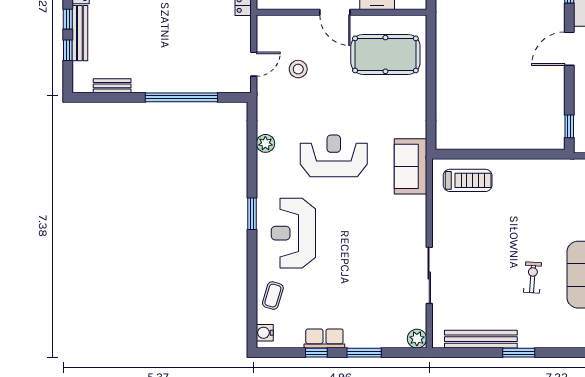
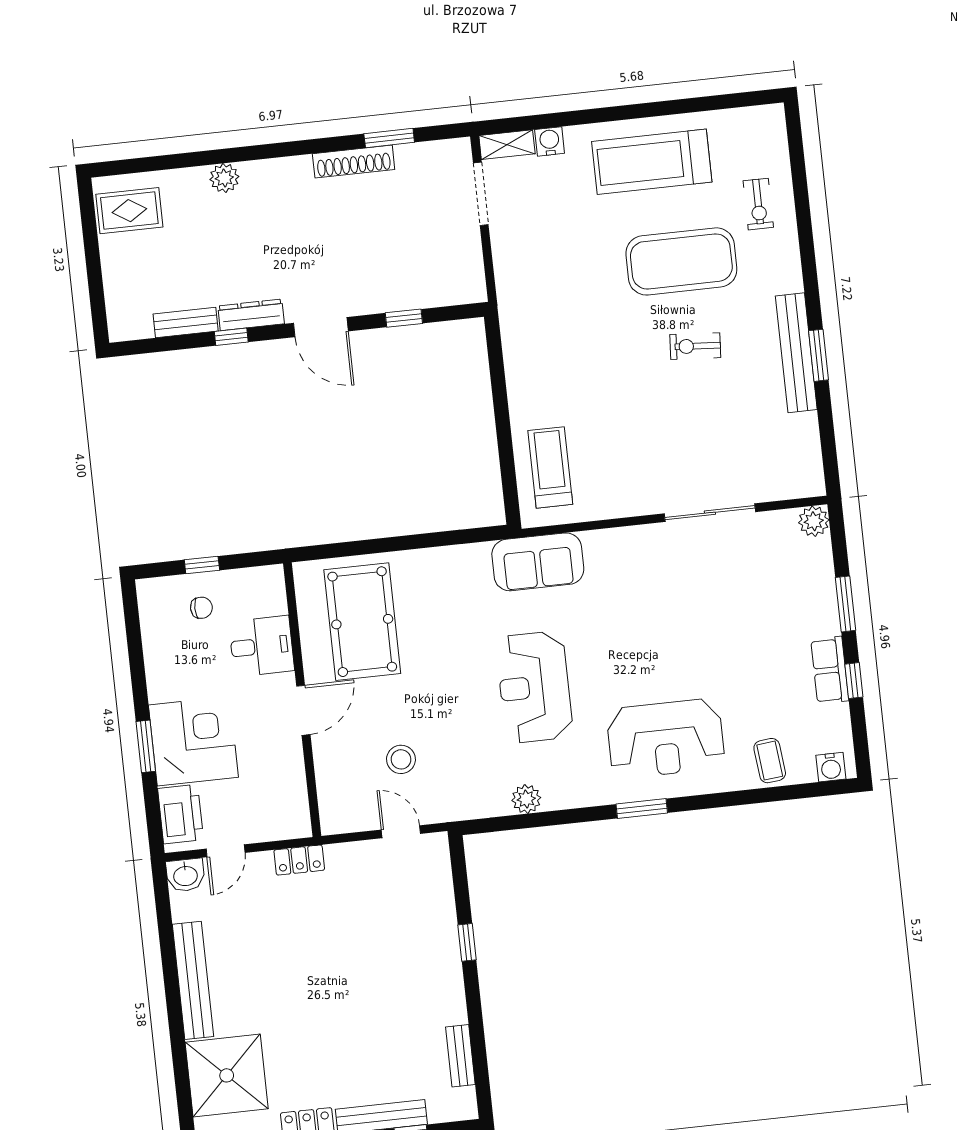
window: (181, 97) -> (467, 942), width x0.32
window: (569, 126) -> (404, 318), moved
coffee table: (273, 296) -> (770, 761), turned 67
bench: (481, 339) -> (796, 353), moved

